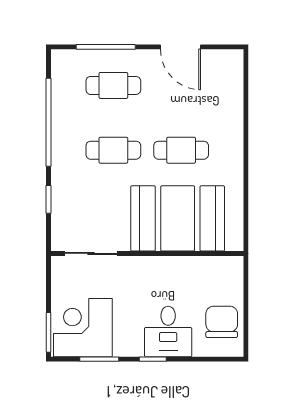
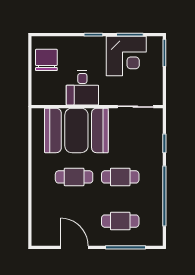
chair: (222, 322) -> (46, 60), turned 180
corner desk: (83, 328) -> (126, 56), moved
desk: (168, 331) -> (82, 88), moved, turned 180

